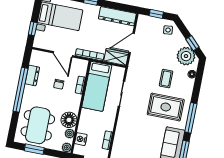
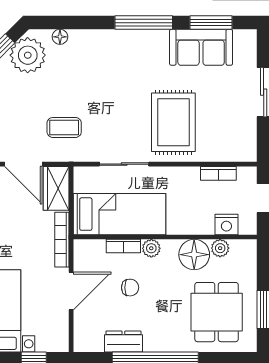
coffee table: (166, 79) -> (64, 127), moved
rug: (166, 107) -> (173, 122), moved
dining table: (38, 125) -> (217, 312), width x0.73
plant: (67, 147) -> (151, 248), moved

